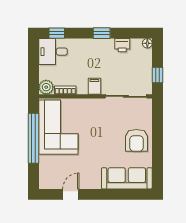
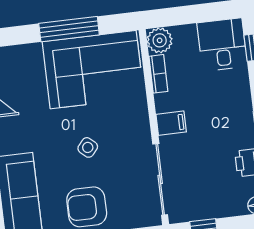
side table: (103, 136) -> (88, 147), added
window: (34, 138) -> (69, 29), width x0.68

